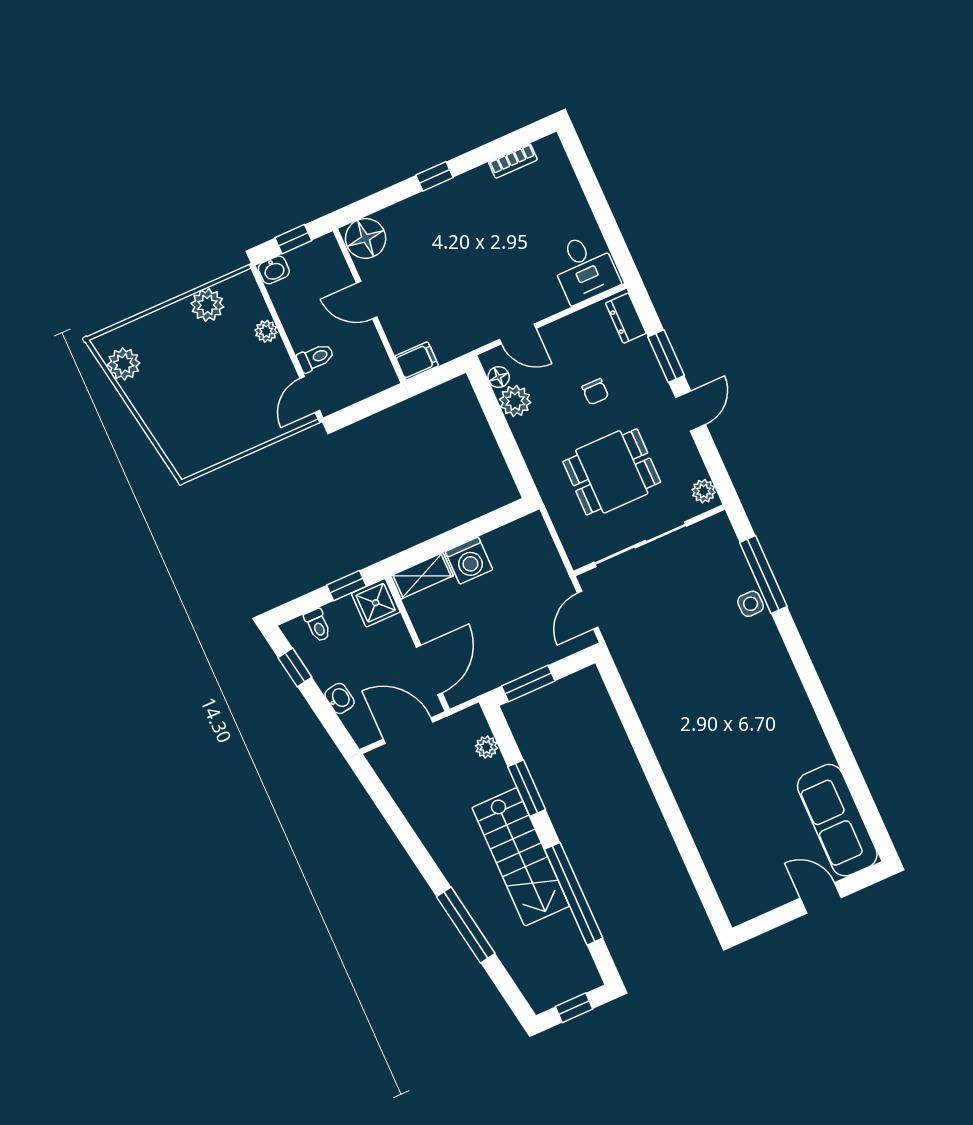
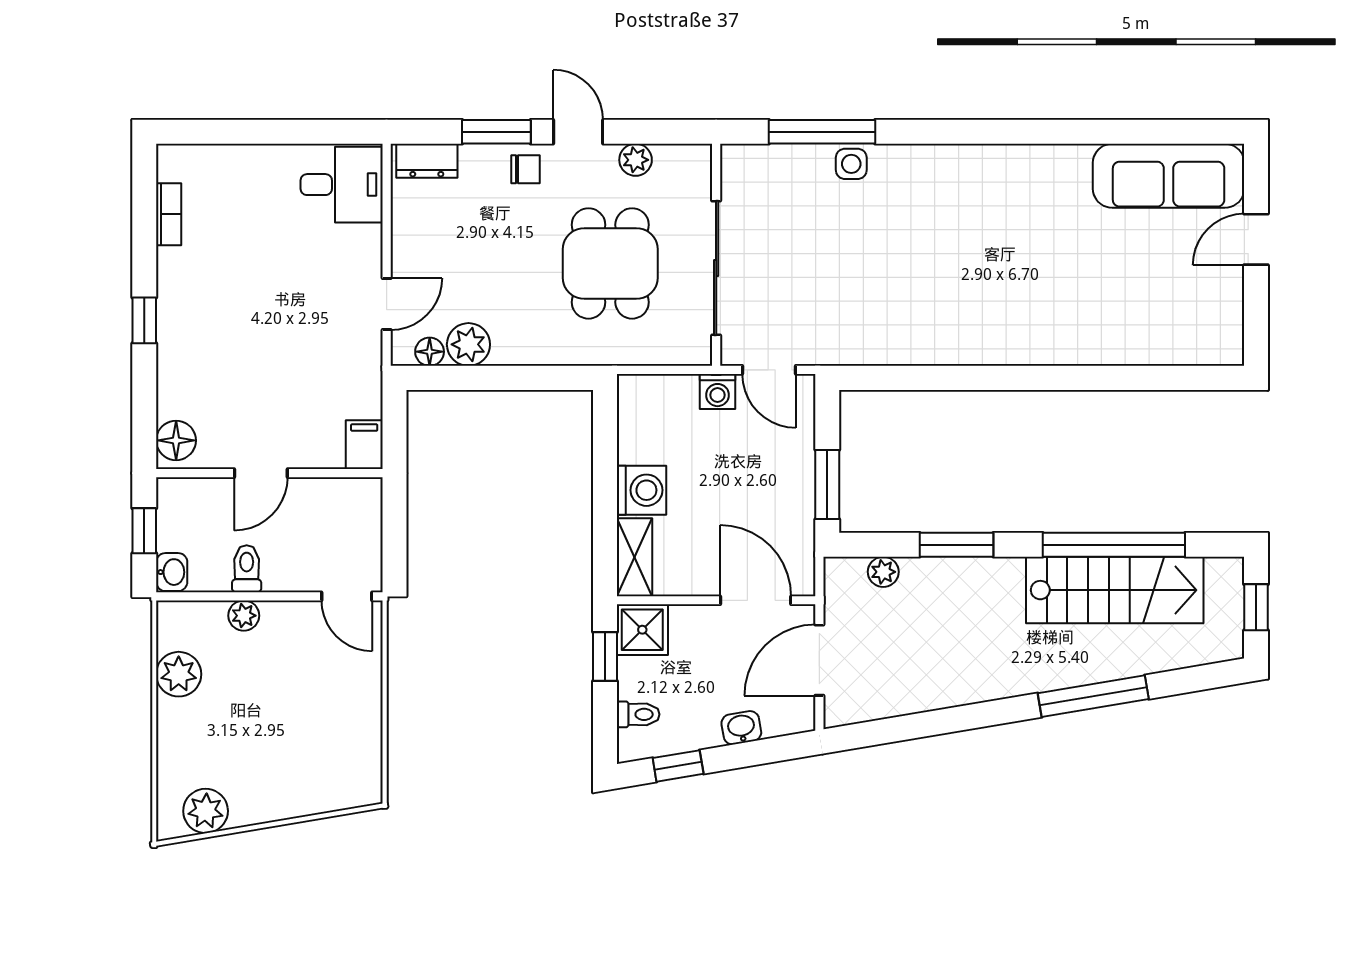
floor lamp: (366, 238) -> (176, 440), width x0.73, depth x0.73
toilet: (316, 358) -> (247, 569), moved
chair: (595, 392) -> (525, 169), moved
plant: (704, 491) -> (636, 160), moved
washing machine: (558, 582) -> (718, 392), added
stairs: (521, 857) -> (1115, 590), moved

